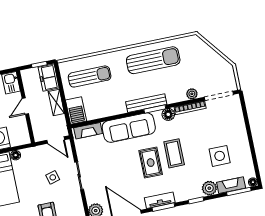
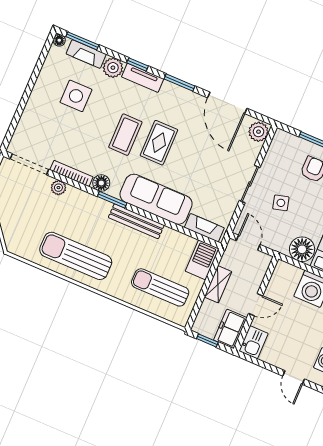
freezer: (49, 78) -> (230, 329), moved, turned 180
bench: (146, 103) -> (136, 221), moved
floor lamp: (16, 155) -> (302, 249), width x1.89, depth x1.89
tv unit: (160, 200) -> (143, 78), moved

